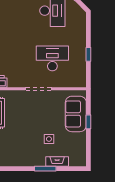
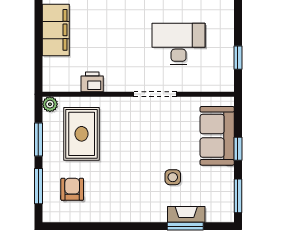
window: (88, 54) -> (238, 58), moved
window: (88, 150) -> (238, 196), added
window: (45, 169) -> (185, 226), moved

